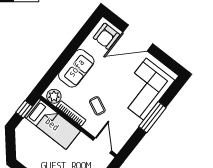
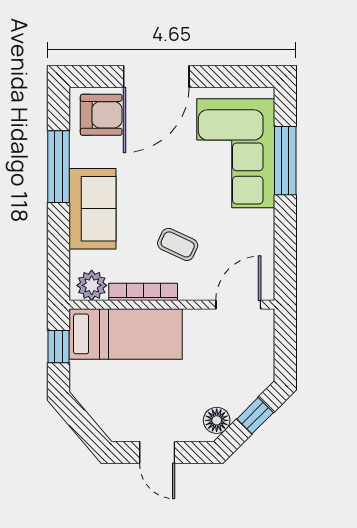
armchair: (106, 36) -> (101, 115), turned -90
window: (76, 43) -> (59, 167), added
window: (152, 117) -> (285, 161), moved
door: (102, 145) -> (238, 305), hinge flipped

